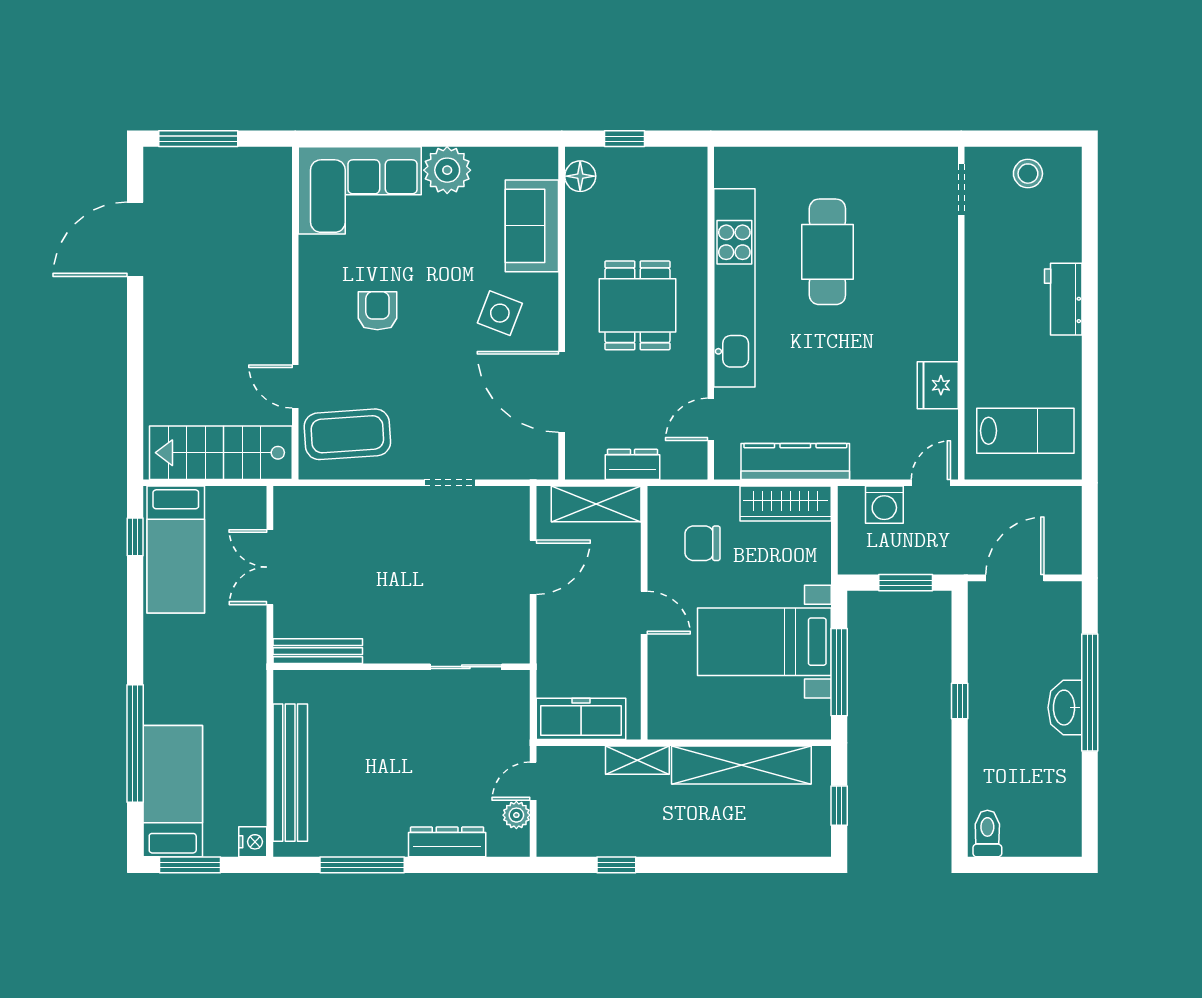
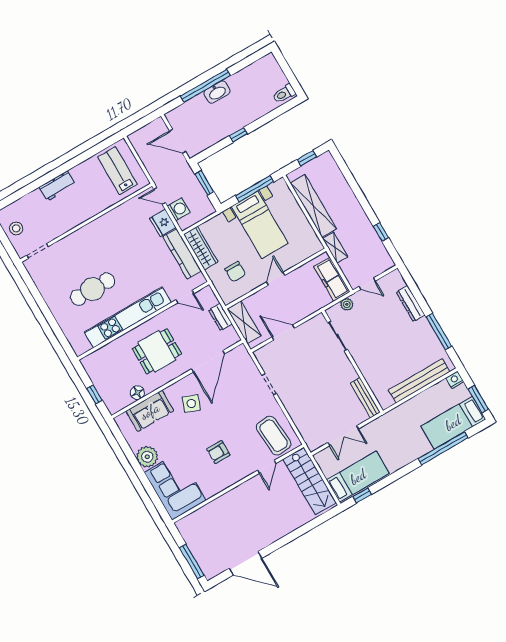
floor lamp: (580, 176) -> (137, 393), moved
fridge: (938, 385) -> (163, 223), moved, turned 90
plant: (516, 815) -> (347, 304), moved

